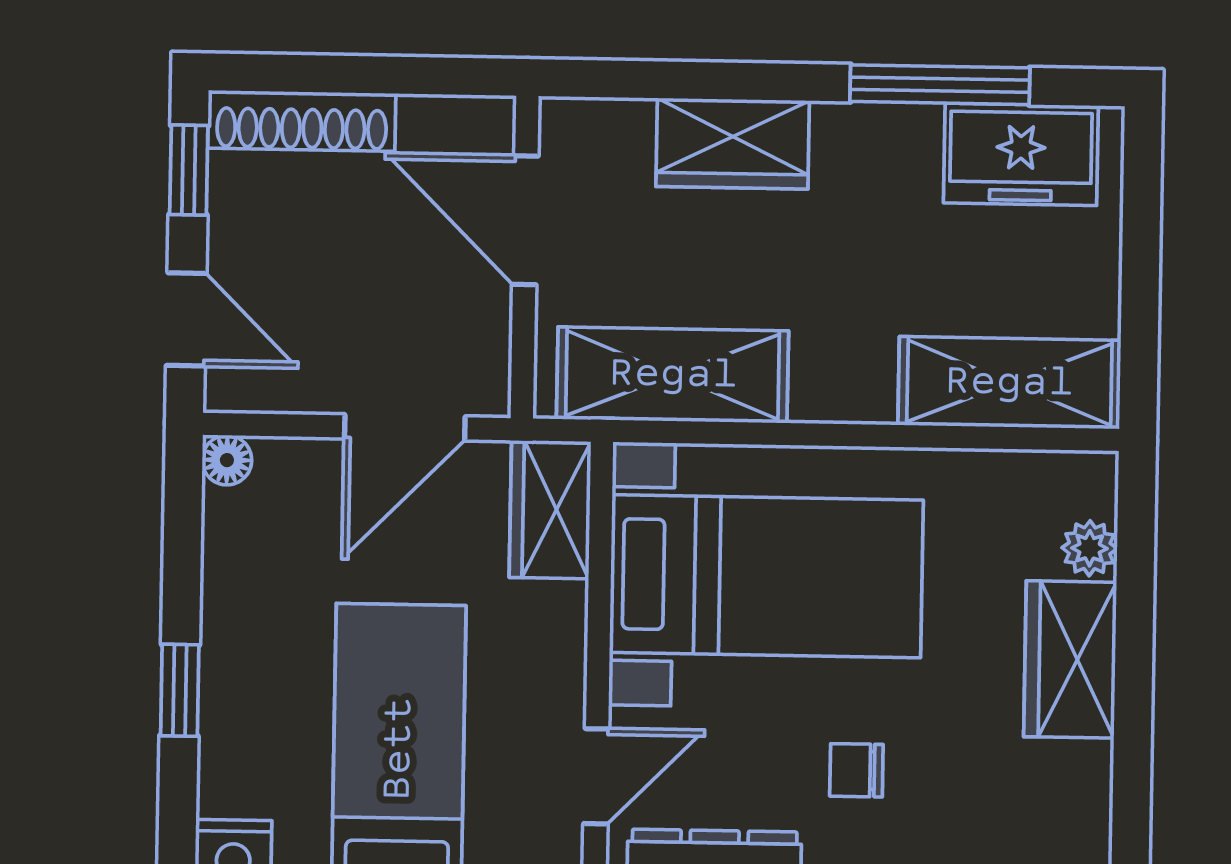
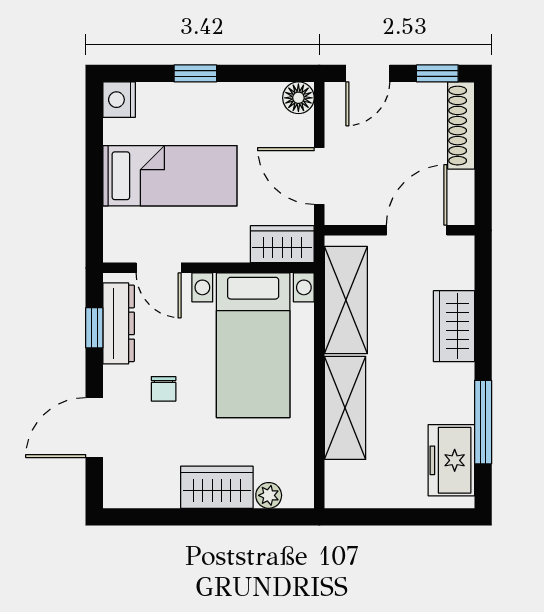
shelving: (1009, 383) -> (345, 408), moved
floor lamp: (227, 460) -> (298, 98), width x1.37, depth x1.37
chair: (856, 770) -> (164, 389), turned 180

